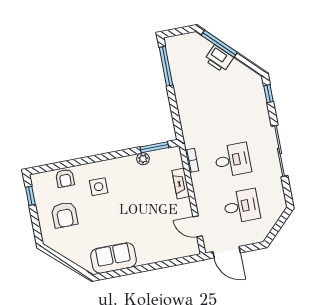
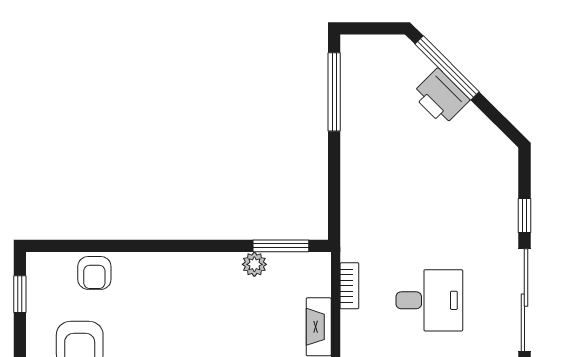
window: (269, 94) -> (524, 215), moved
side table: (99, 187) -> (157, 302), removed

